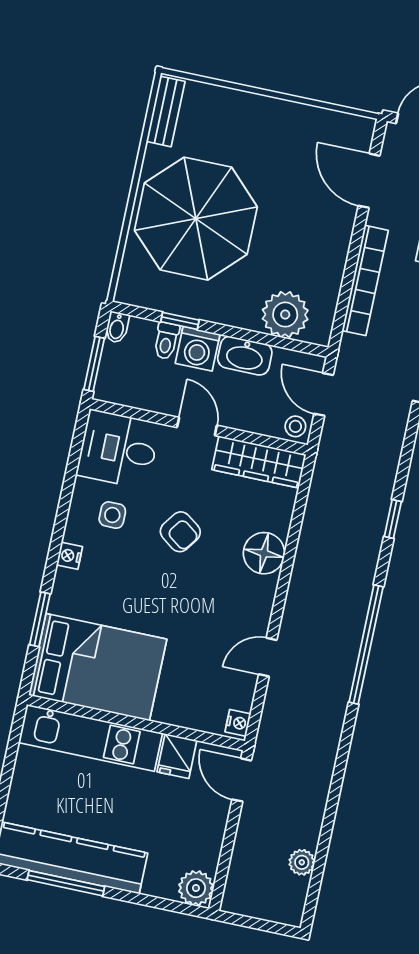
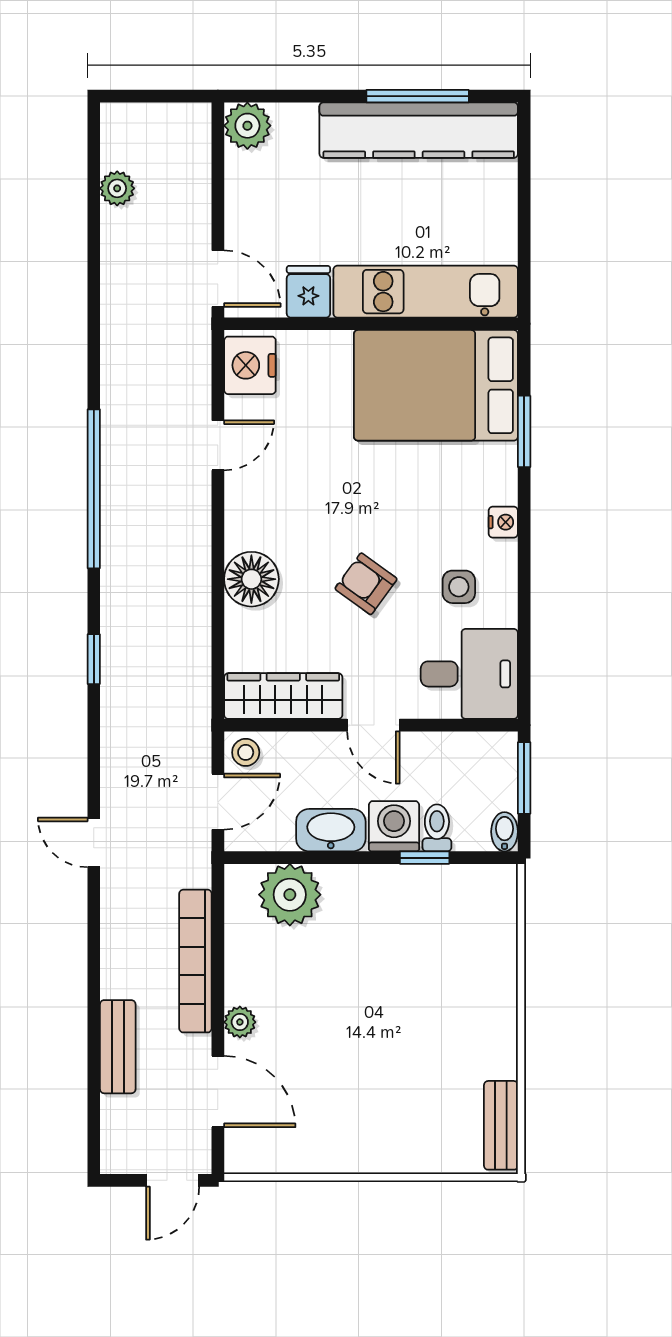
parasol: (196, 219) -> (432, 995), removed
plant: (342, 229) -> (240, 1022), added
door: (324, 394) -> (218, 802), hinge flipped
nightstand: (238, 723) -> (250, 365), width x1.89, depth x1.79

